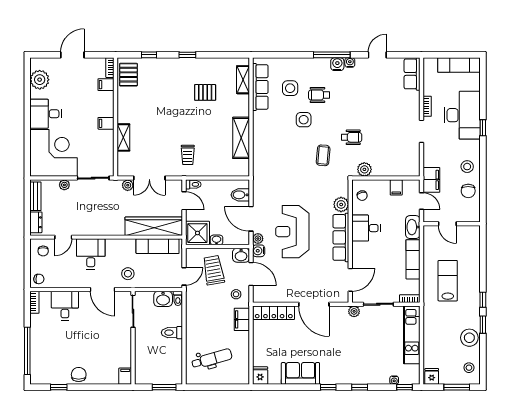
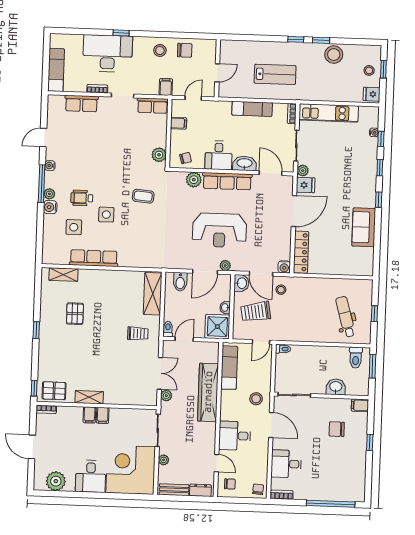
window: (149, 55) -> (34, 388), moved
door: (377, 55) -> (43, 138), hinge flipped
plant: (322, 63) -> (49, 194), added
water cooler: (337, 64) -> (50, 207), moved
exam couch: (459, 65) -> (56, 70), moved
row of seats: (412, 74) -> (81, 104), moved
filing cabinet: (106, 85) -> (89, 415), moved
row of seats: (260, 87) -> (94, 258), moved
wheelchair: (319, 95) -> (82, 198), turned 90
shelving: (123, 137) -> (89, 397), moved
wheelchair: (352, 137) -> (126, 167), removed
shelving: (241, 138) -> (153, 294), moved, turned 90
row of seats: (413, 161) -> (153, 106), added
filing cabinet: (431, 180) -> (166, 87), width x0.50
wardrobe: (154, 226) -> (208, 392), moved
washbasin: (413, 227) -> (244, 163), moved, turned 180
water cooler: (259, 251) -> (284, 267), moved
door: (251, 274) -> (261, 274), swing flipped
door: (184, 276) -> (261, 342), swing flipped
lab bench: (448, 281) -> (275, 74), turned 180
door: (103, 289) -> (271, 425), hinge flipped
washbasin: (163, 299) -> (336, 387), moved, turned -90
filing cabinet: (242, 319) -> (307, 285), removed
toilet: (172, 333) -> (356, 358), moved
stool: (469, 368) -> (369, 70), moved
chair: (79, 374) -> (337, 429), moved
fridge: (260, 376) -> (306, 185), moved, turned 180
window: (59, 387) -> (370, 442), moved
window: (216, 387) -> (374, 314), added
window: (404, 387) -> (381, 139), moved
window: (457, 387) -> (383, 69), width x0.67

